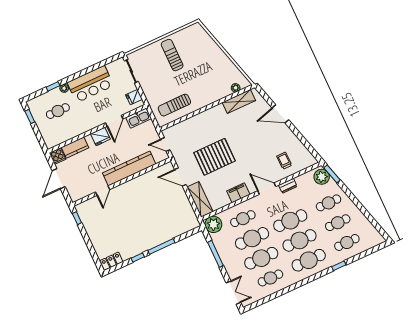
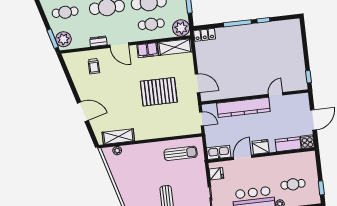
shelving: (200, 199) -> (175, 47), moved, turned 90
locker: (111, 261) -> (205, 35), moved

